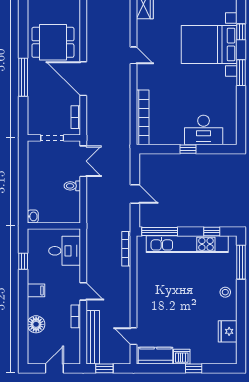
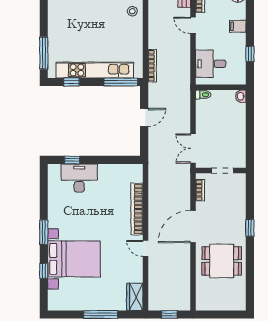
window: (23, 77) -> (250, 228), width x0.46
door: (83, 79) -> (193, 227), swing flipped
bookcase: (143, 117) -> (137, 209), moved
window: (188, 149) -> (72, 160), moved
toilet: (72, 186) -> (203, 95), moved
door: (135, 194) -> (144, 117), swing flipped
stool: (225, 292) -> (132, 11), moved

